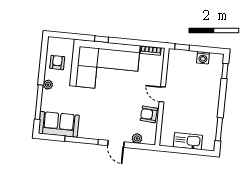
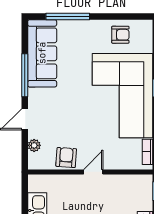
plant: (48, 85) -> (91, 26), removed
sofa: (59, 124) -> (42, 53), width x1.36

